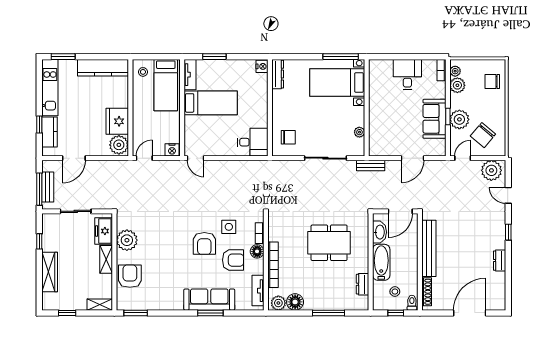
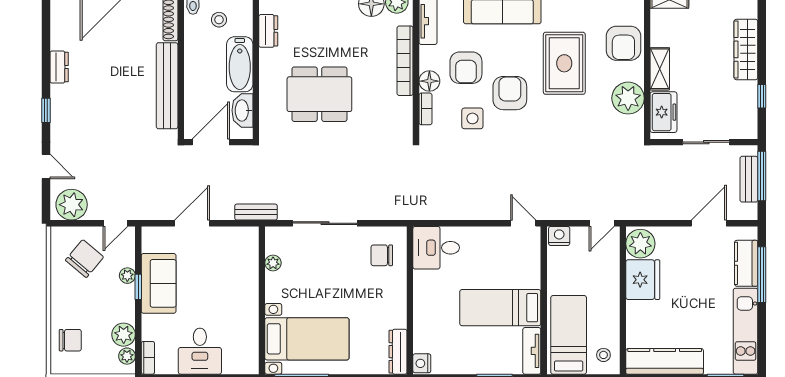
plant: (459, 119) -> (127, 276), width x0.53, depth x0.53
window: (39, 125) -> (762, 275), width x2.17
armchair: (233, 260) -> (466, 68), turned -90
rug: (169, 263) -> (564, 63), added

